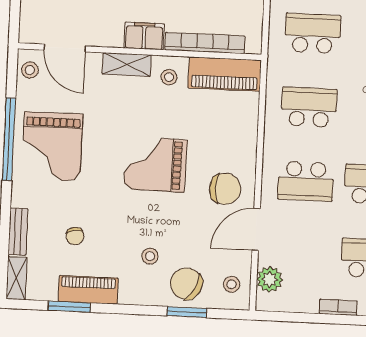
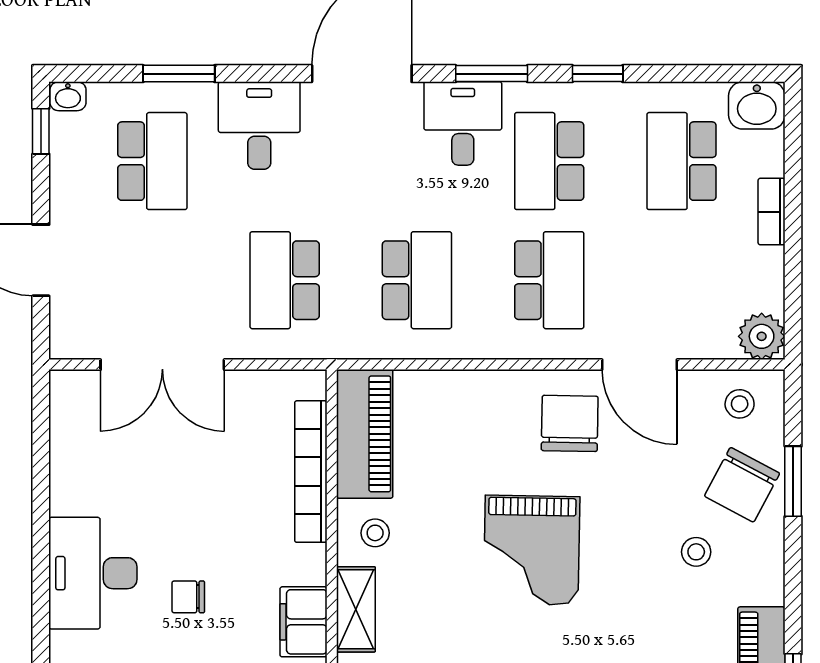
filing cabinet: (144, 36) -> (304, 622), moved
school desk: (309, 107) -> (417, 280), turned 180
plant: (270, 279) -> (762, 336), moved

